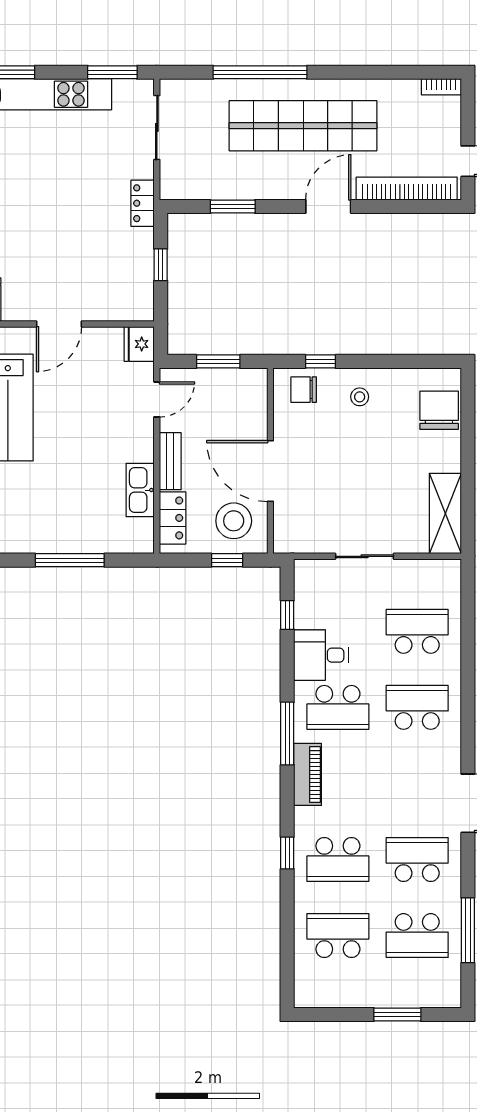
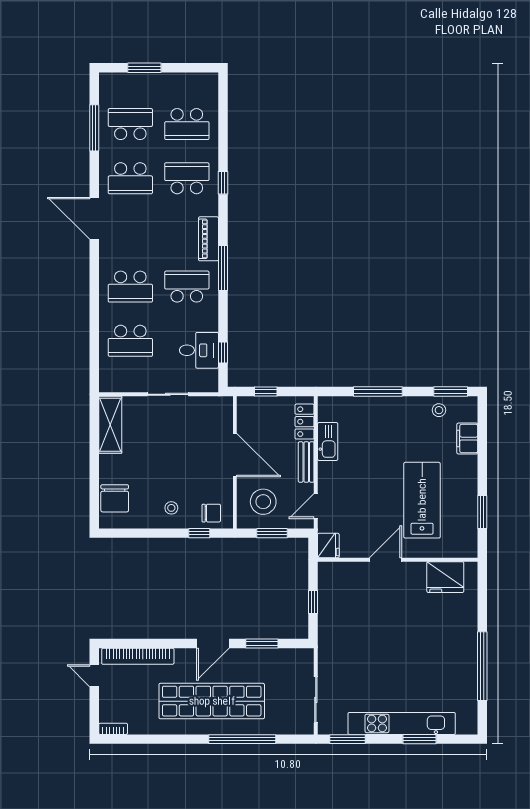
locker: (143, 203) -> (326, 646), removed
door: (328, 207) -> (213, 643), moved
stool: (234, 521) -> (263, 502), moved
desk: (321, 655) -> (199, 350), moved

